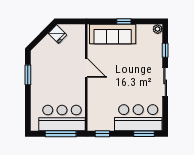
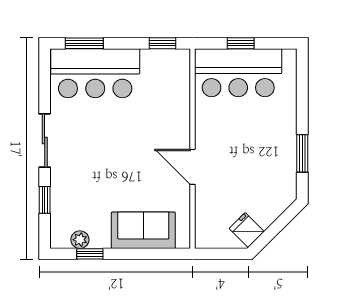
window: (124, 21) -> (90, 254), moved
plant: (158, 29) -> (80, 240), moved
sofa: (113, 34) -> (143, 230), width x0.73
window: (61, 134) -> (241, 43), width x0.46

